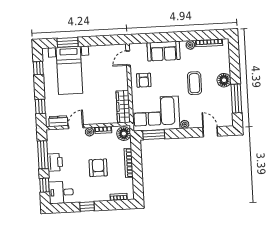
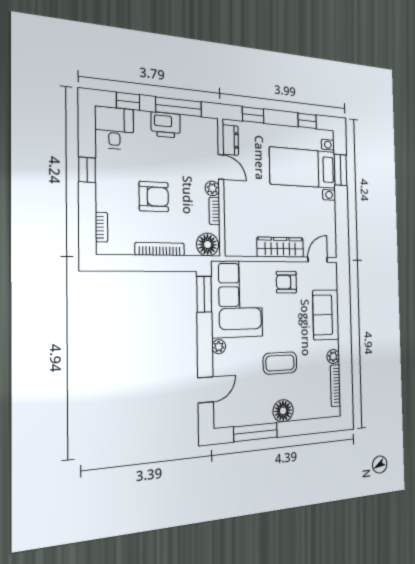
door: (128, 58) -> (318, 260), hinge flipped
wardrobe: (123, 107) -> (280, 247), moved

